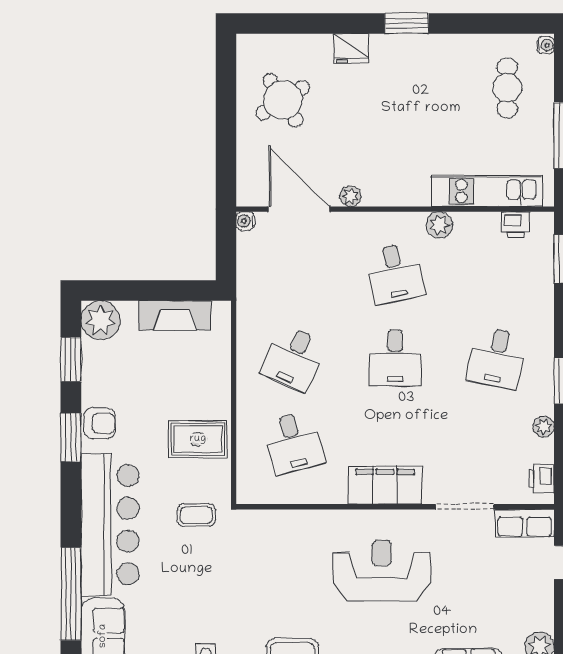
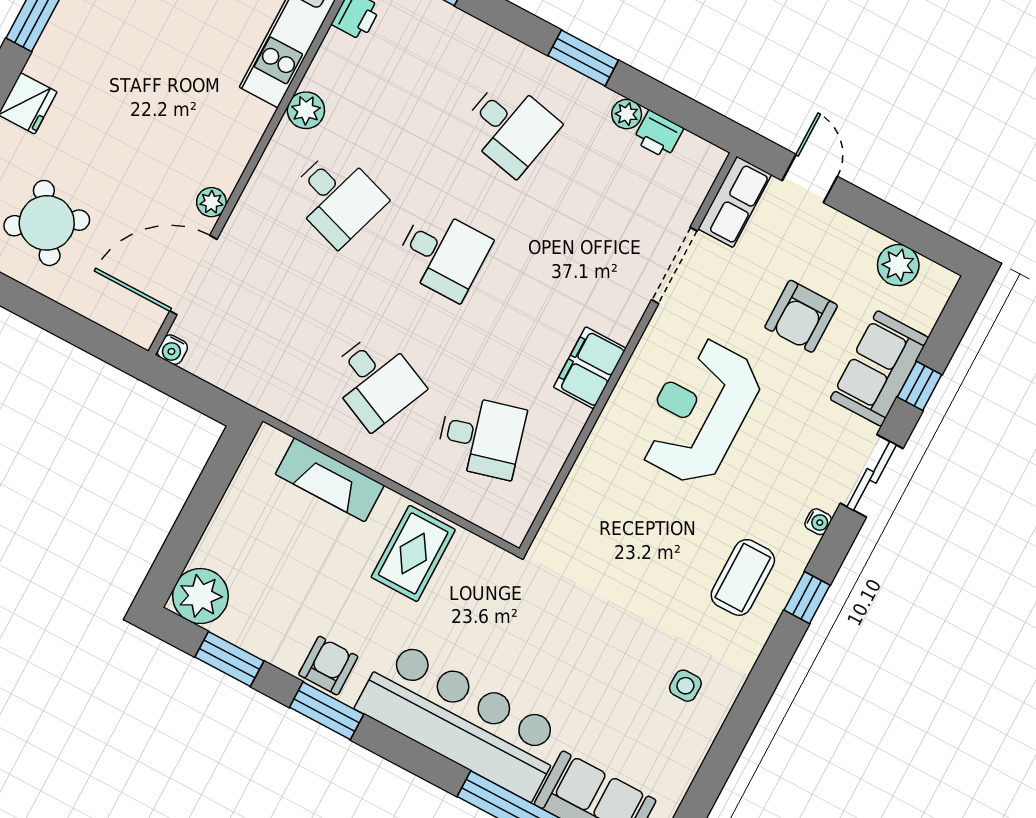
desk: (395, 273) -> (337, 198), turned 30
fireplace: (175, 316) -> (330, 480), moved, turned 90
printer: (541, 478) -> (658, 134), moved
filing cabinet: (385, 485) -> (590, 368), width x0.67, depth x0.86
coffee table: (196, 515) -> (507, 606), removed
armchair: (475, 603) -> (801, 316), added

